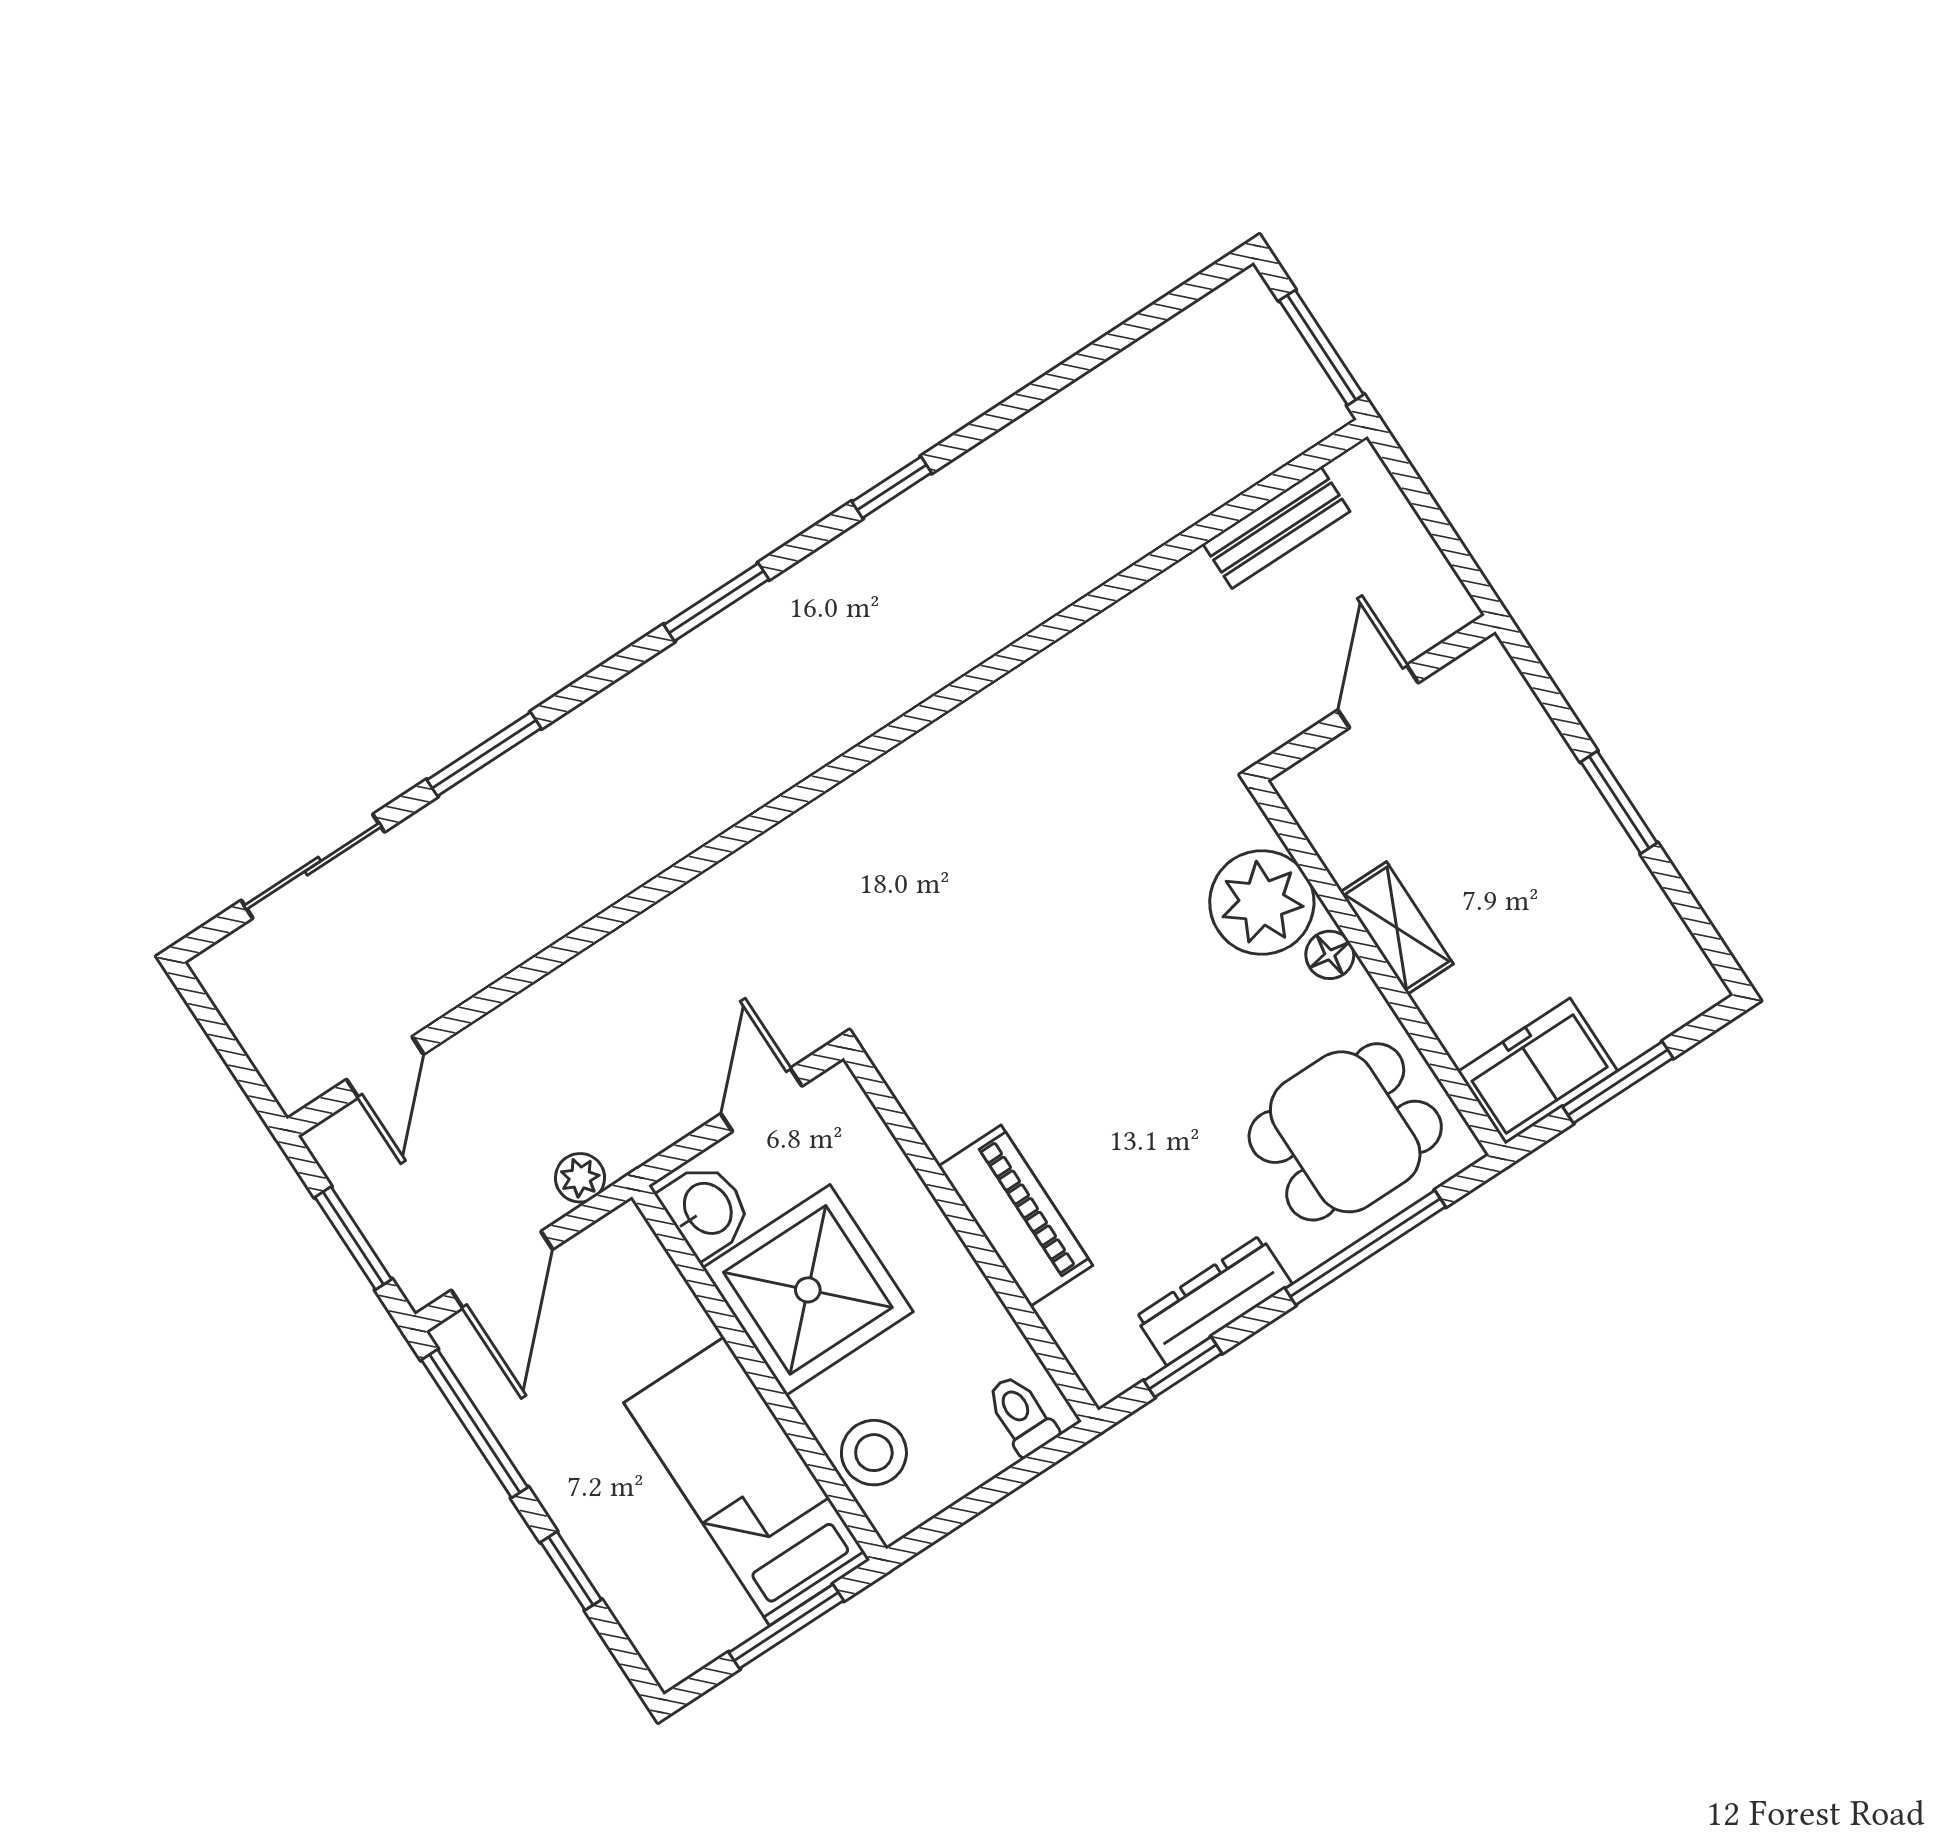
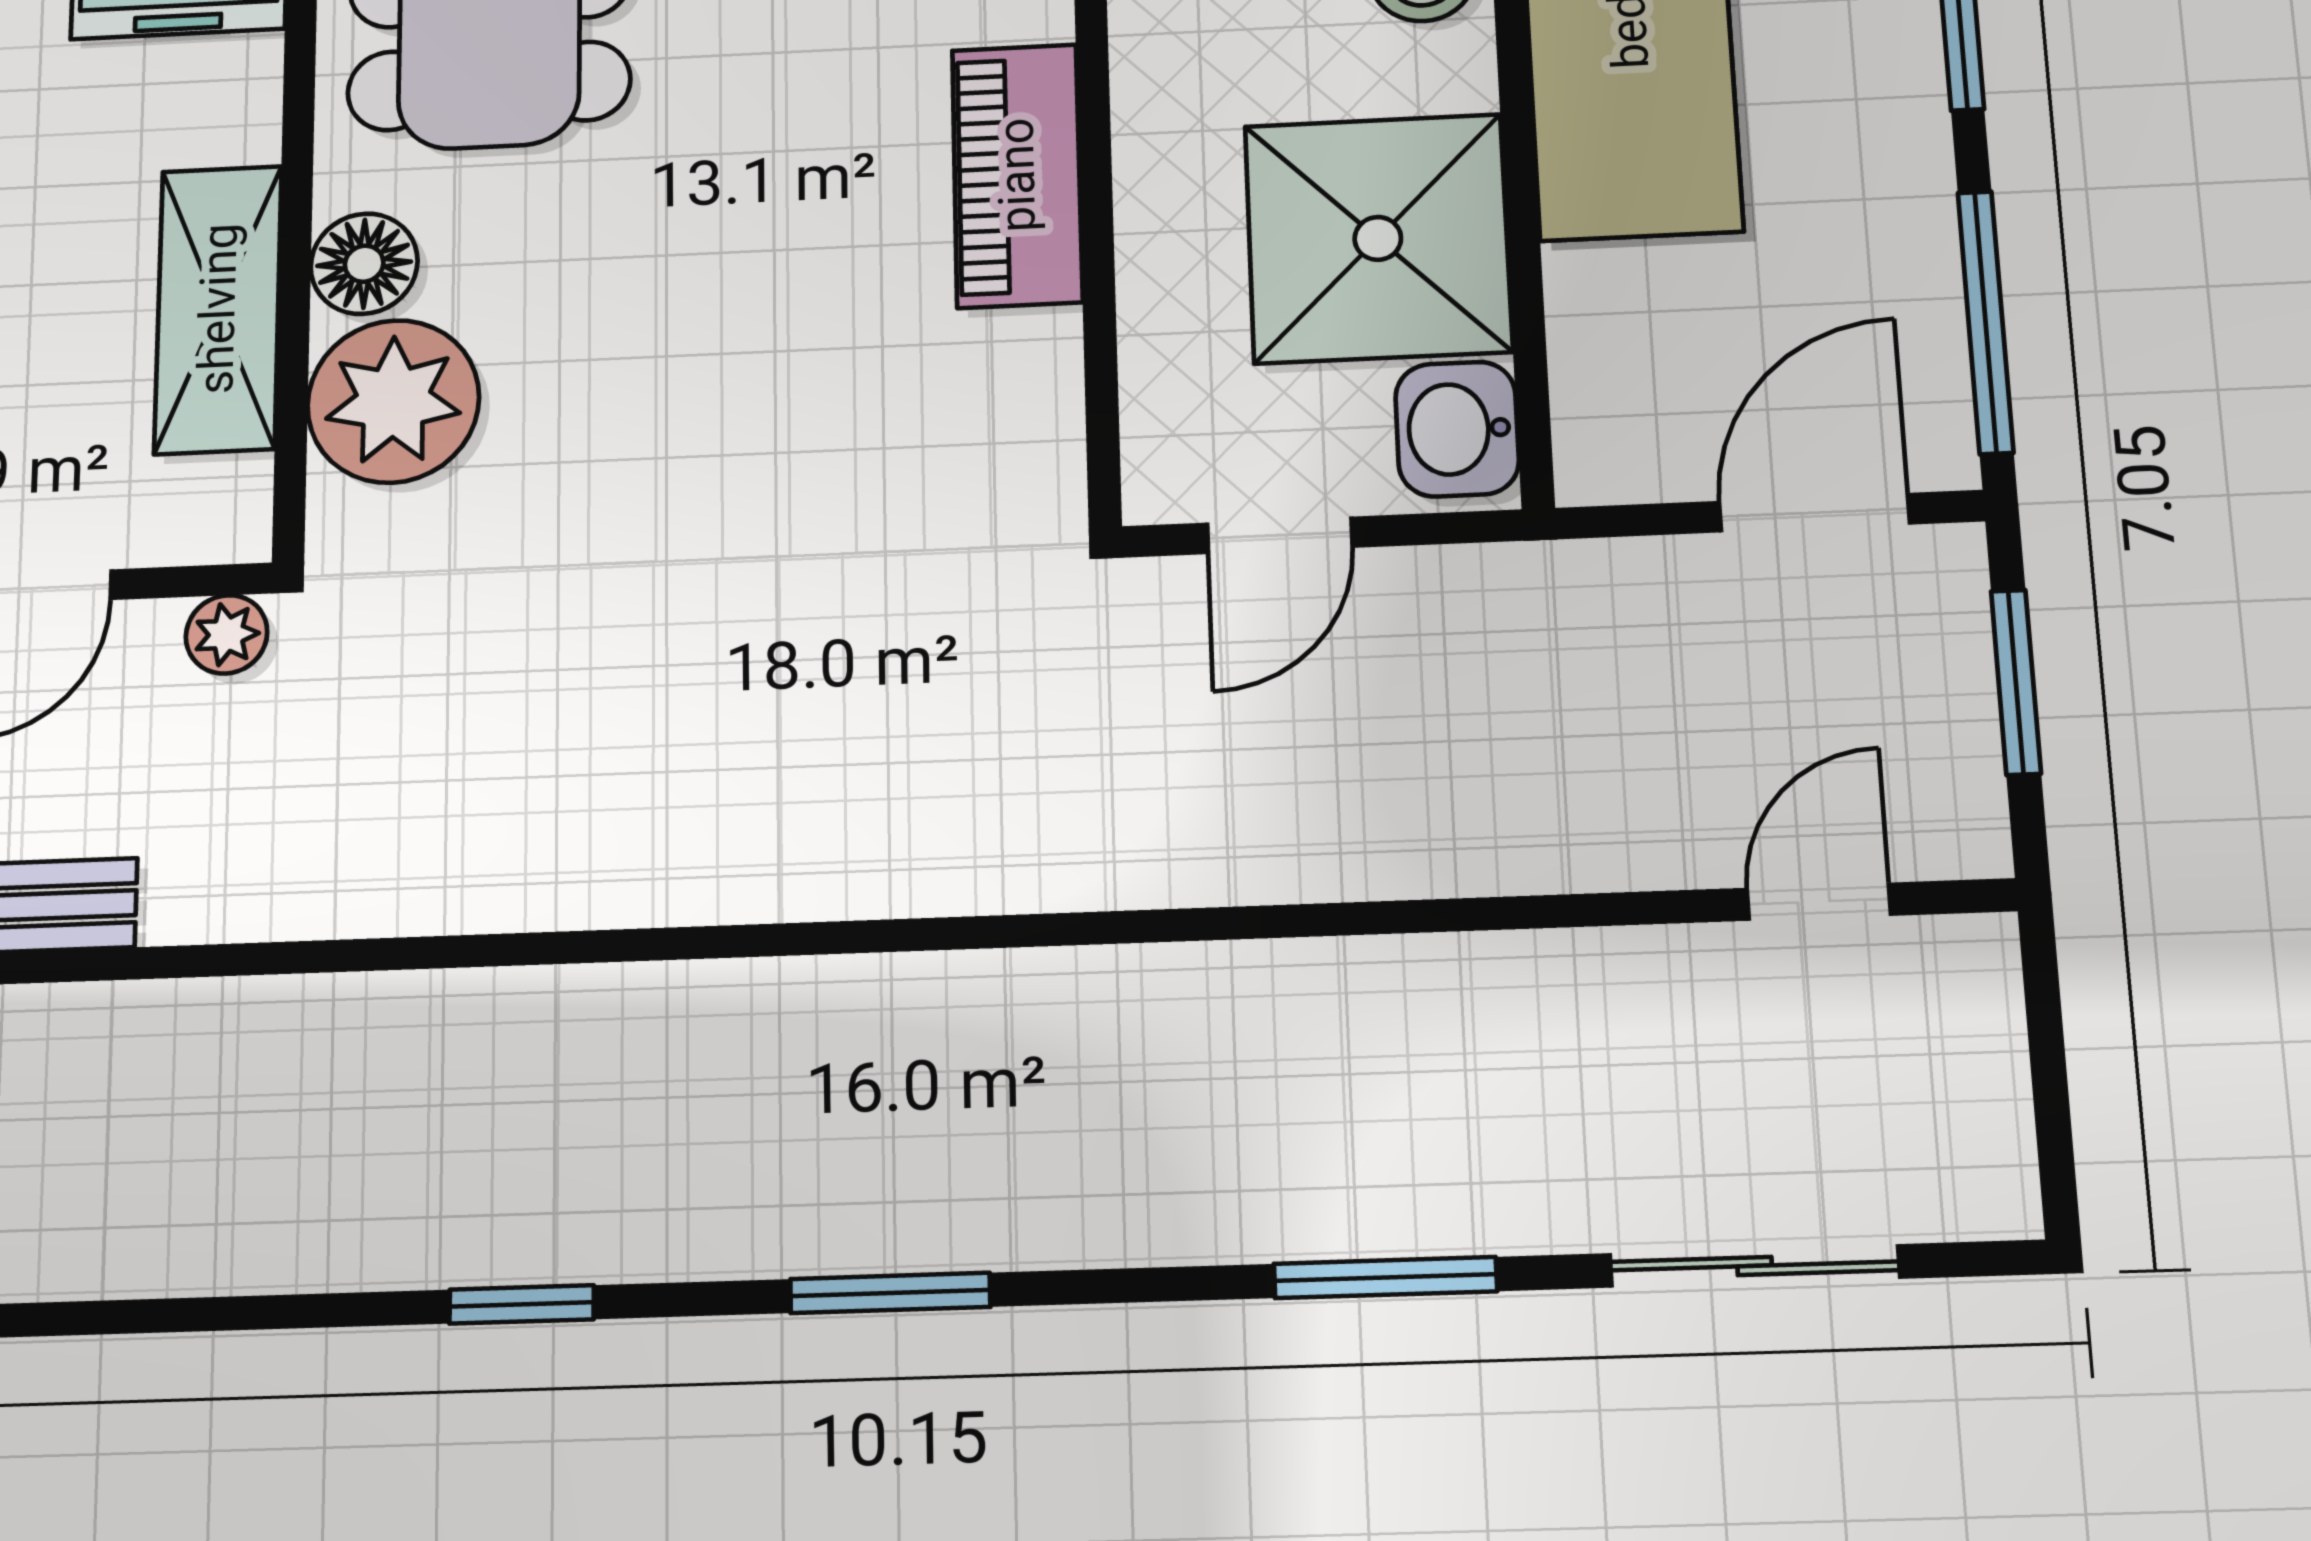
shelving: (1397, 928) -> (218, 309), width x1.50, depth x1.33
floor lamp: (1330, 955) -> (364, 264), width x1.37, depth x1.37
plant: (580, 1178) -> (227, 634), moved

